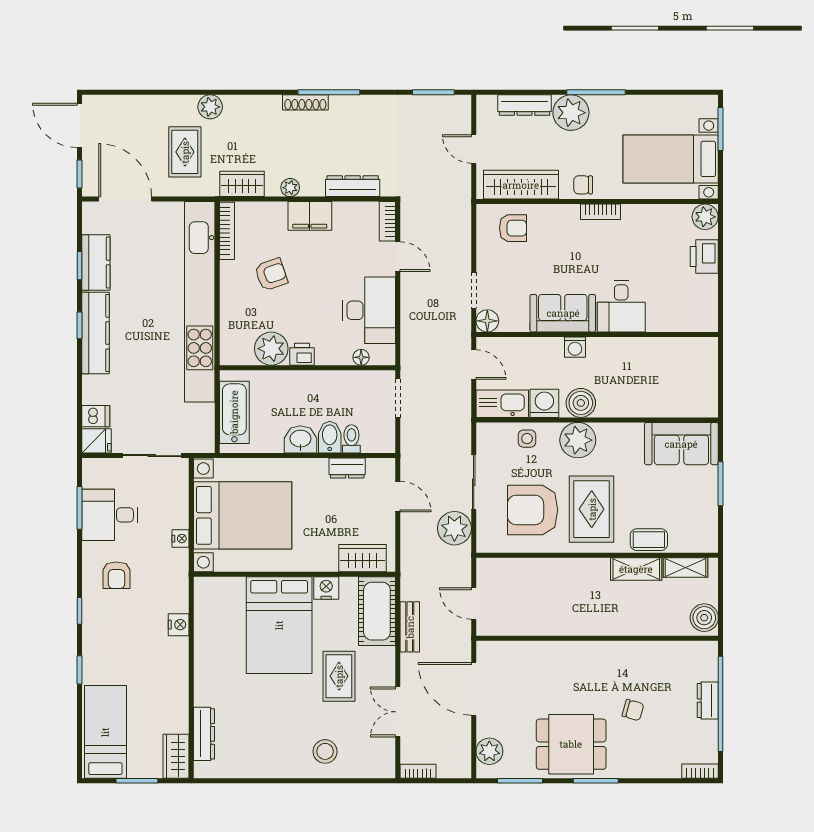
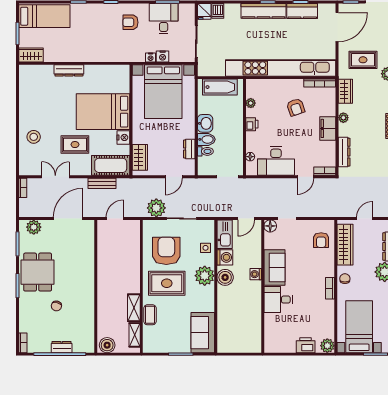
plant: (271, 349) -> (251, 103), width x0.53, depth x0.53
nightstand: (179, 625) -> (163, 56), moved
dresser: (204, 734) -> (69, 70), moved

